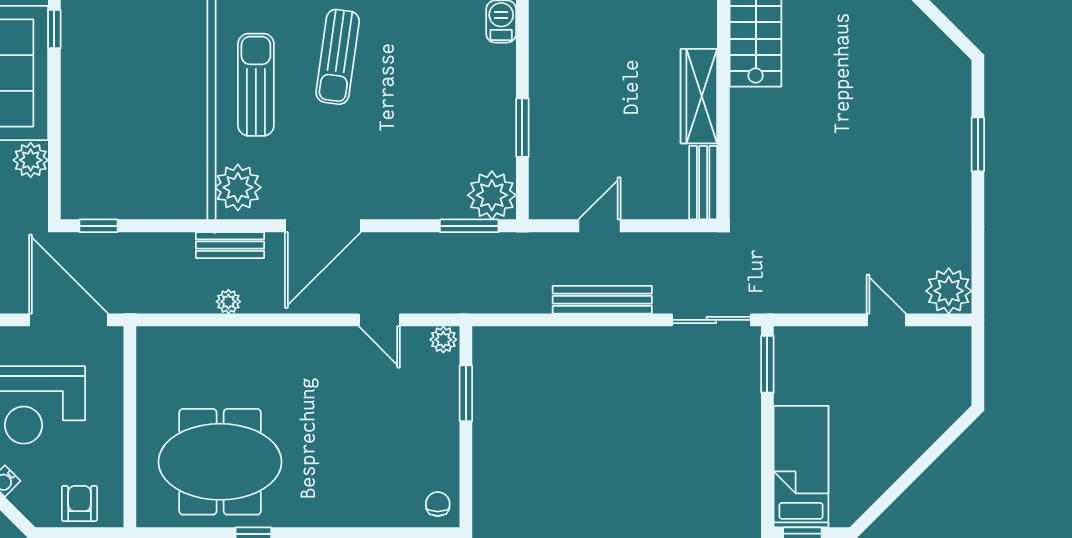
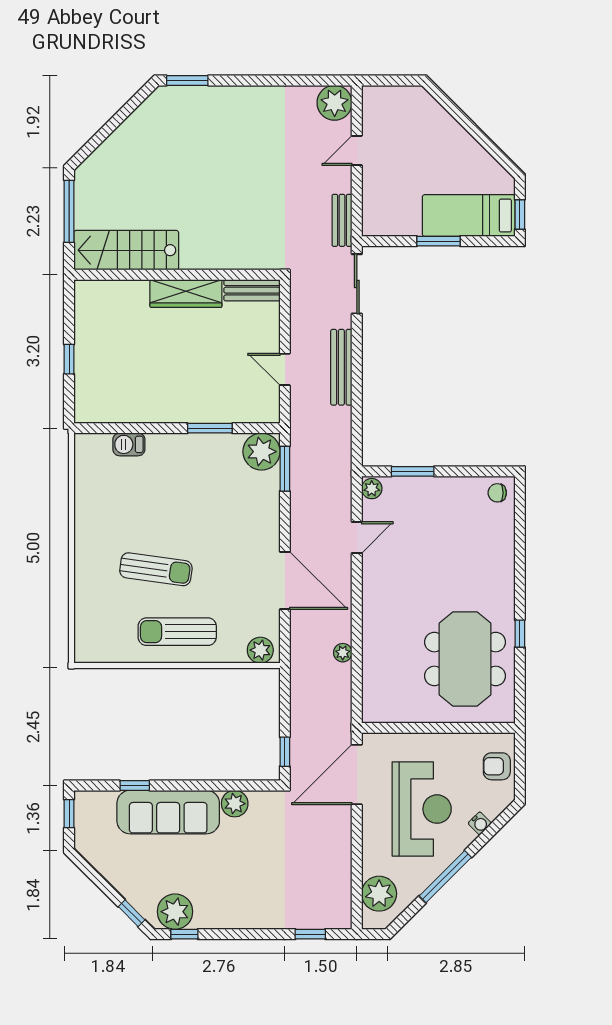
window: (978, 144) -> (187, 81), moved
plant: (238, 187) -> (260, 650), width x0.73, depth x0.73
bench: (230, 245) -> (342, 220), moved
window: (767, 364) -> (438, 241), moved

